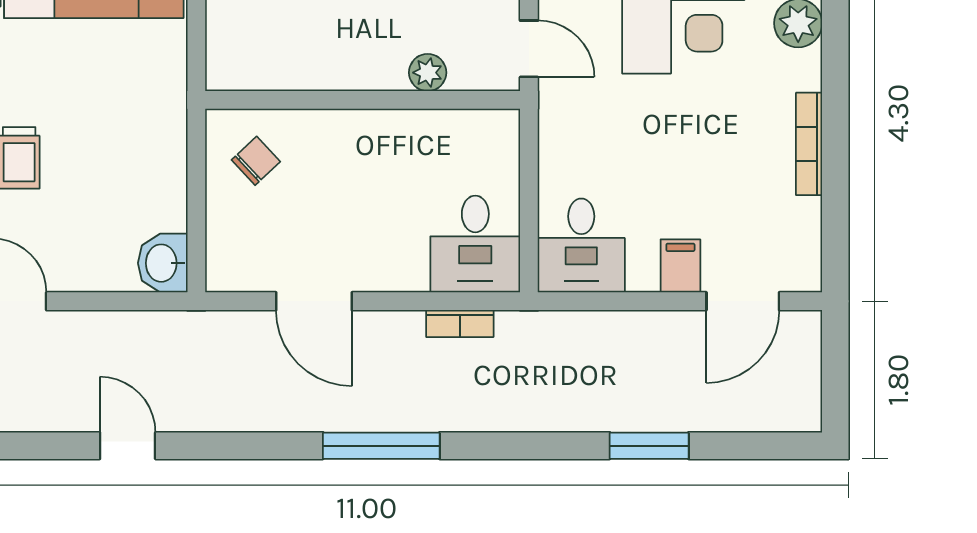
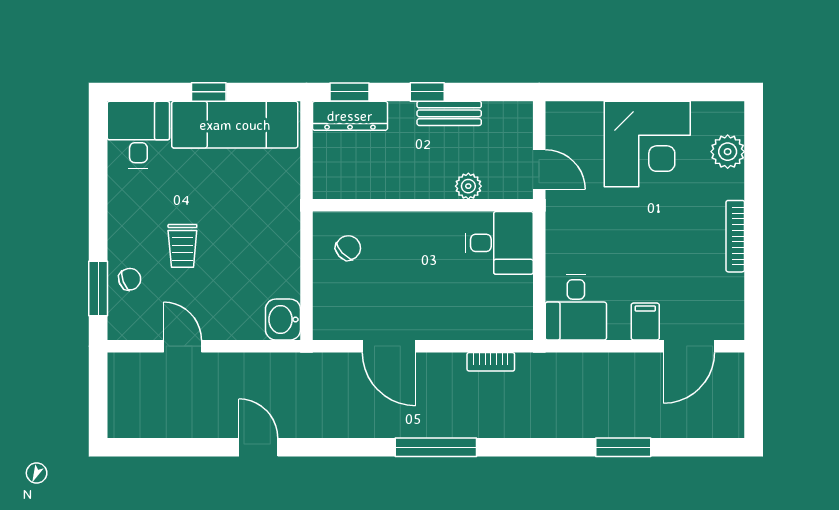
desk: (475, 244) -> (499, 243), moved, turned -90

